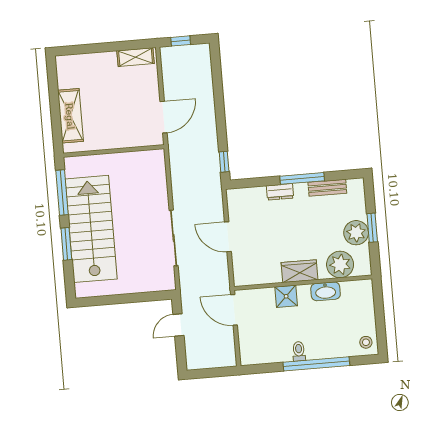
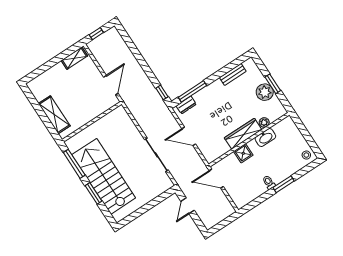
window: (302, 178) -> (192, 91), moved
dresser: (280, 192) -> (186, 105), moved
plant: (340, 264) -> (264, 122), width x0.53, depth x0.53
wardrobe: (300, 271) -> (243, 134), width x1.50
window: (316, 364) -> (284, 184), width x0.47

